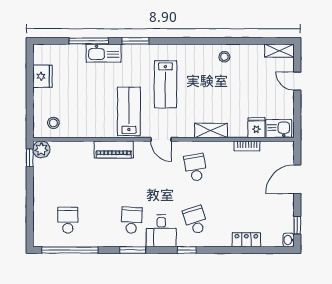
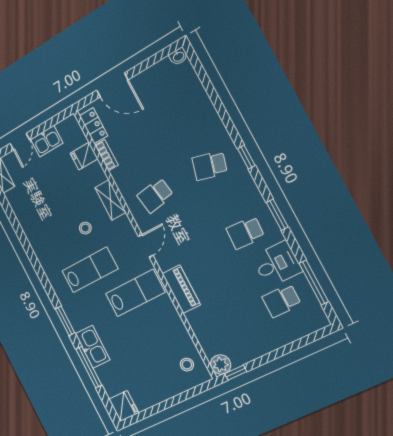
stool: (224, 57) -> (85, 228), moved
fridge: (42, 76) -> (124, 406), moved, turned 90
lab bench: (129, 111) -> (135, 293), turned 180
kitchen sink: (279, 129) -> (47, 141), moved, turned -90
school desk: (195, 220) -> (210, 166), turned 33
window: (297, 225) -> (158, 57), removed
desk: (161, 231) -> (277, 264), moved
locker: (246, 240) -> (94, 126), moved, turned 180
window: (70, 250) -> (314, 283), width x0.68

